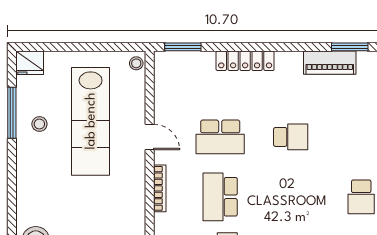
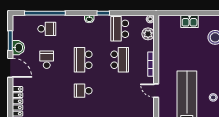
school desk: (220, 137) -> (83, 60), moved, turned -90

